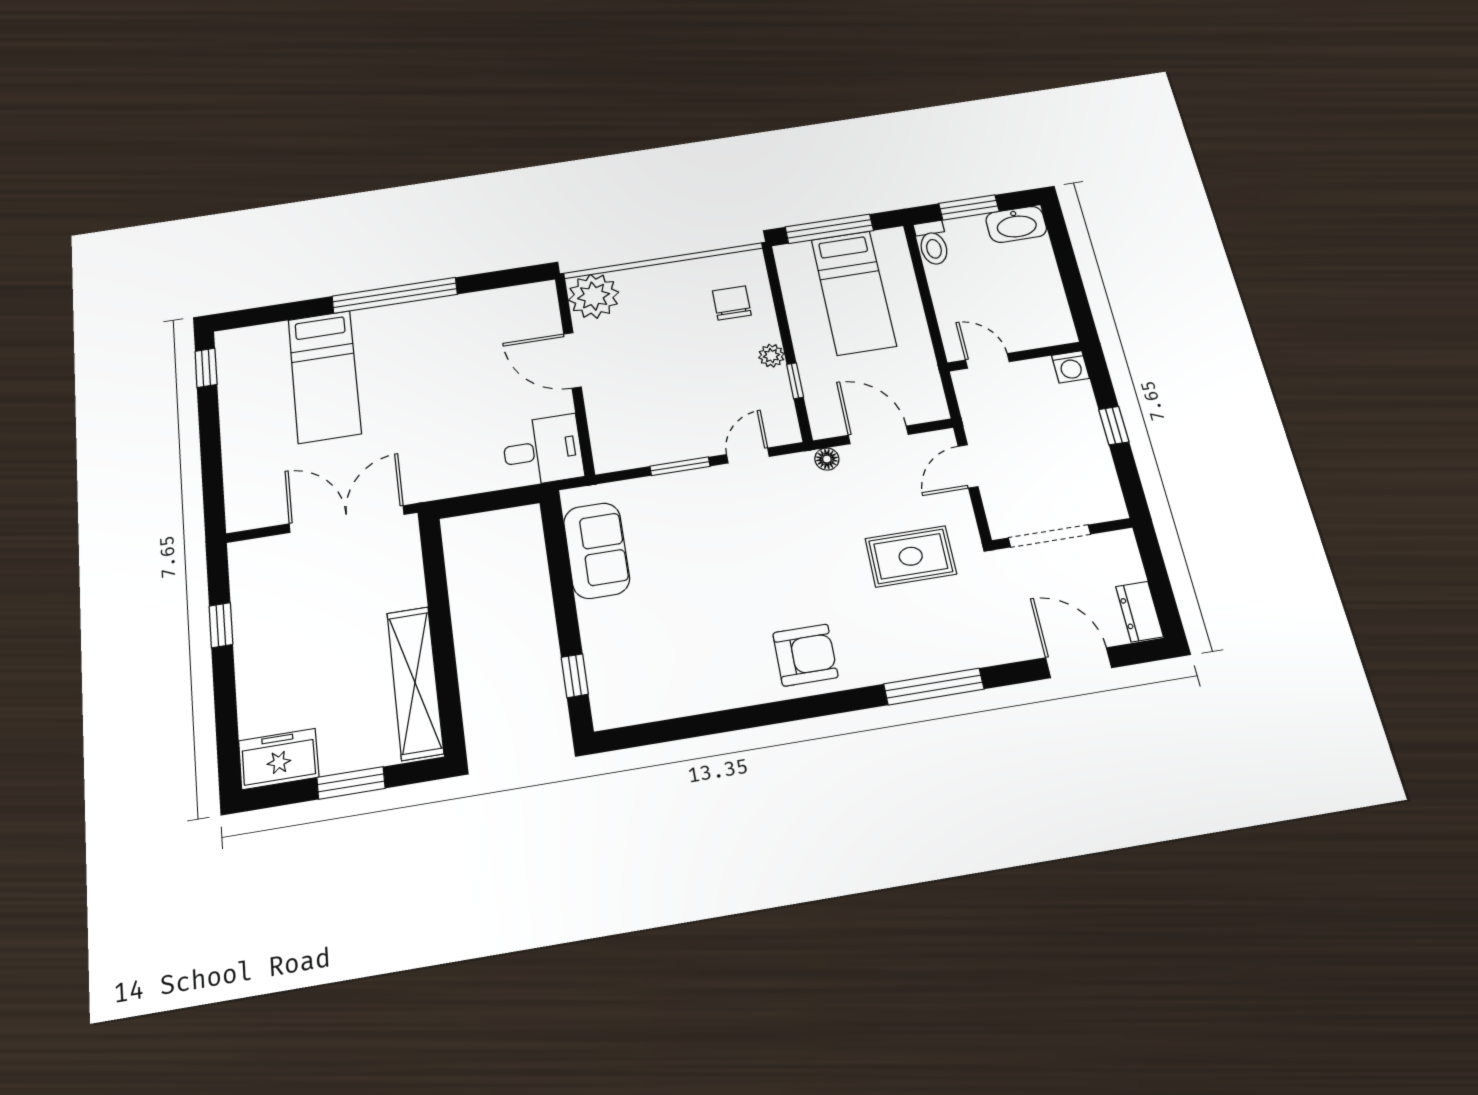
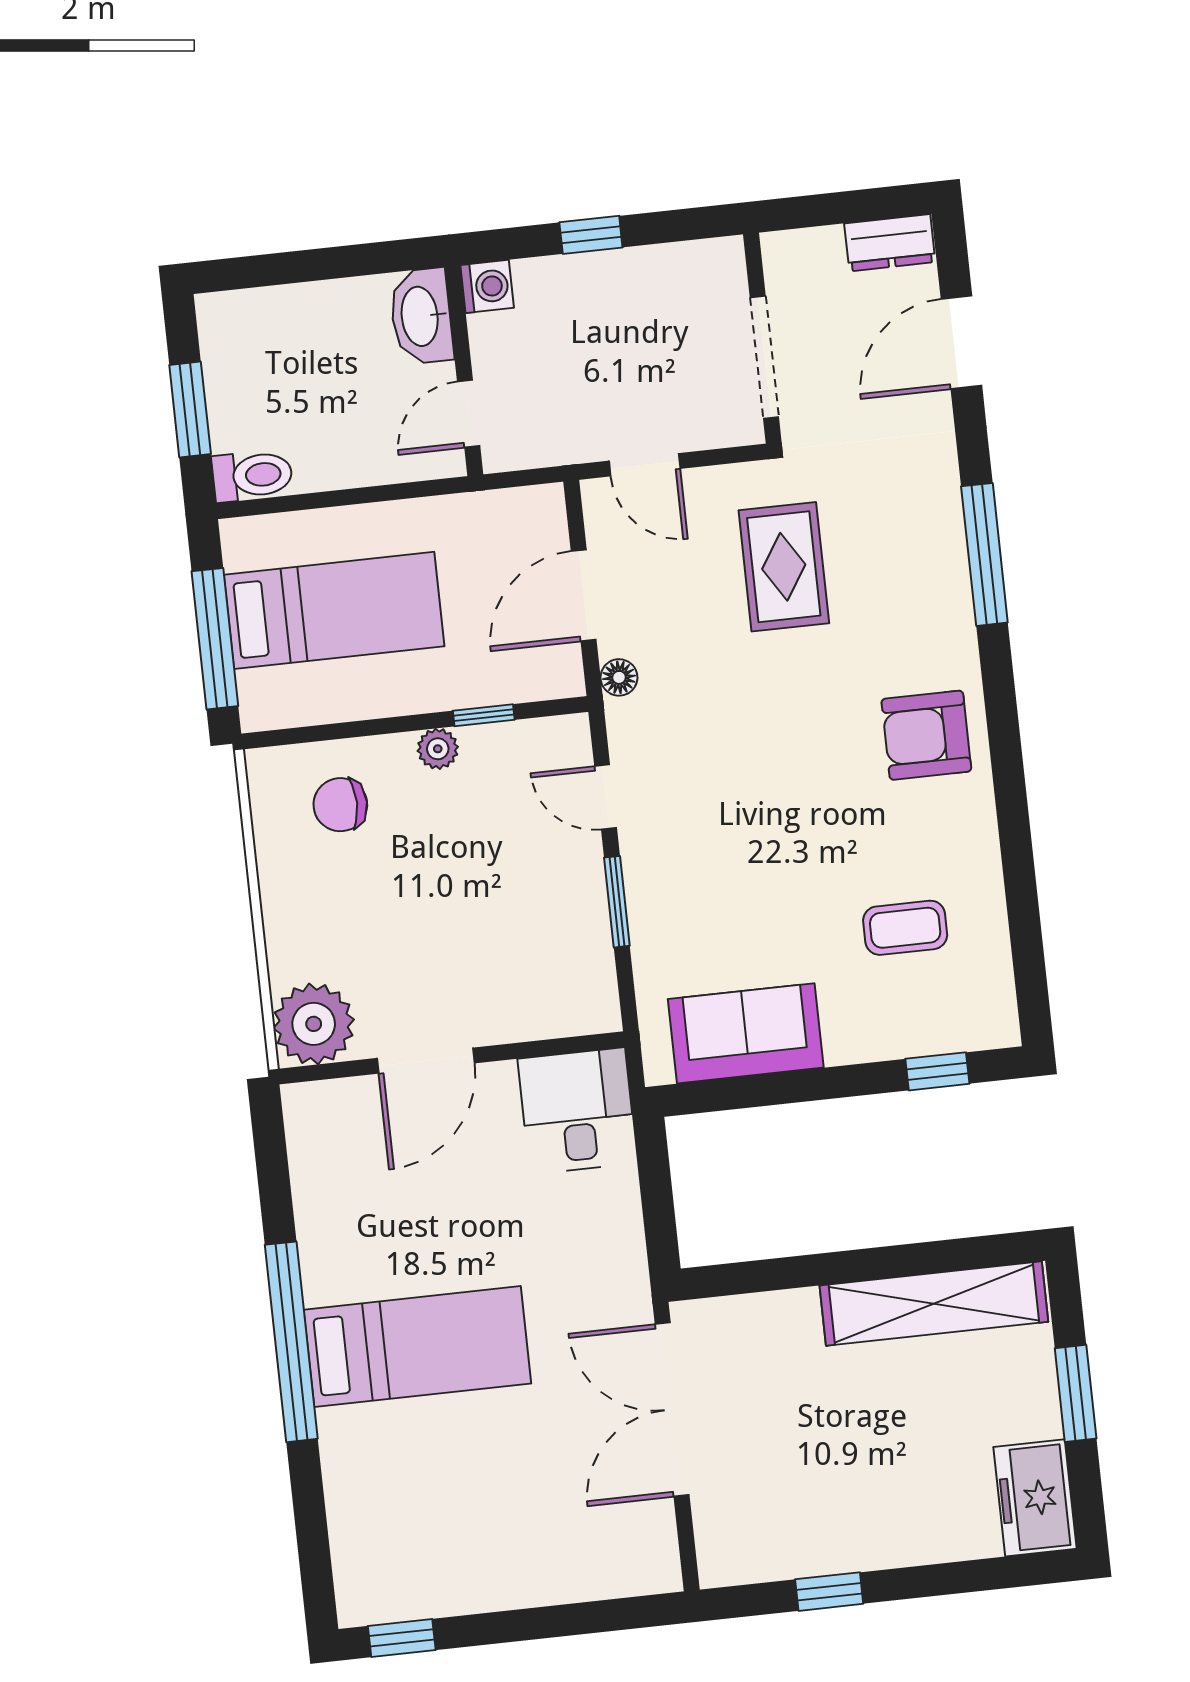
washbasin: (1016, 224) -> (421, 316), moved, turned 180
bed: (324, 376) -> (417, 1347), moved
coffee table: (672, 649) -> (905, 928), added
armchair: (805, 655) -> (926, 735), turned -90

